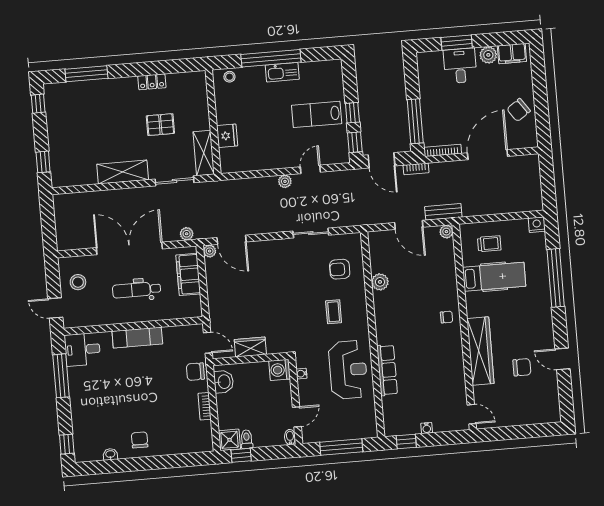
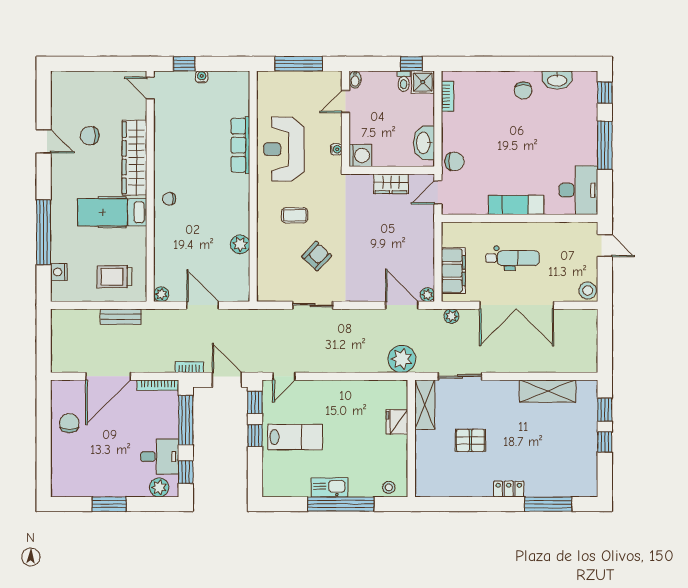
window: (457, 43) -> (109, 504), moved
filing cabinet: (512, 54) -> (71, 487), removed
plant: (488, 55) -> (159, 487), moved
desk: (460, 66) -> (160, 457), moved, turned -90
window: (411, 75) -> (186, 472), added
locker: (152, 82) -> (509, 489), moved
window: (38, 104) -> (605, 442), moved
chair: (519, 110) -> (69, 423), turned -55
door: (310, 169) -> (284, 376), moved
shelving: (123, 172) -> (548, 391), moved
plant: (285, 181) -> (402, 359), moved, width x1.88, depth x1.88
bench: (443, 212) -> (121, 317), moved
nightstand: (537, 225) -> (59, 272), moved, turned 90
trolley: (489, 244) -> (115, 277), width x1.36, depth x1.39
armchair: (340, 269) -> (317, 256), moved, turned -47
hospital bed: (494, 277) -> (112, 212), moved
stool: (78, 282) -> (588, 291), moved
coffee table: (334, 312) -> (295, 215), turned 90
door: (208, 343) -> (438, 192), hinge flipped
desk: (82, 349) -> (578, 190), width x1.37
window: (61, 376) -> (605, 145), moved
washbasin: (224, 382) -> (424, 143), width x1.38
bookcase: (205, 406) -> (447, 96), moved
window: (406, 441) -> (184, 64), moved
washbasin: (110, 454) -> (557, 80), width x1.91, depth x1.45

